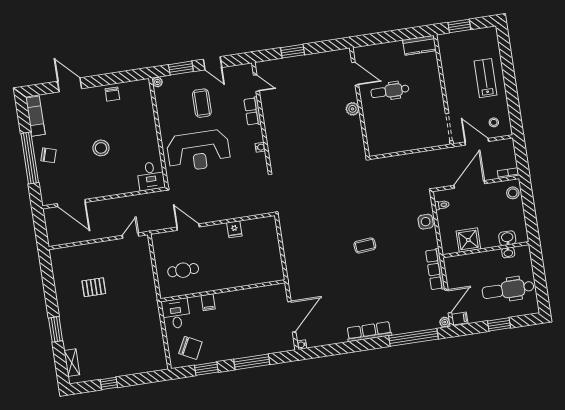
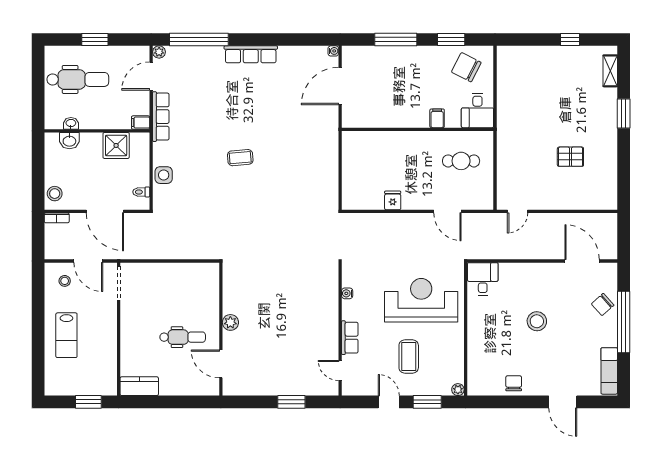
chair: (49, 155) -> (603, 304), moved, turned -59
door: (469, 184) -> (105, 211), hinge flipped
filing cabinet: (460, 318) -> (141, 123), moved

